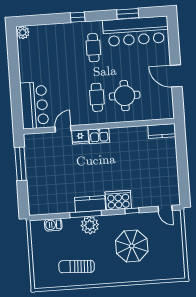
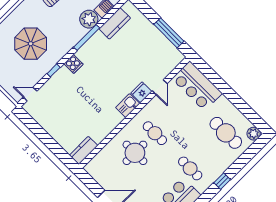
cafe table: (43, 51) -> (226, 133), added
cooker: (118, 200) -> (74, 64), width x0.53, depth x0.76
kitchen counter: (90, 204) -> (115, 23), moved
plant: (90, 225) -> (89, 19), moved

